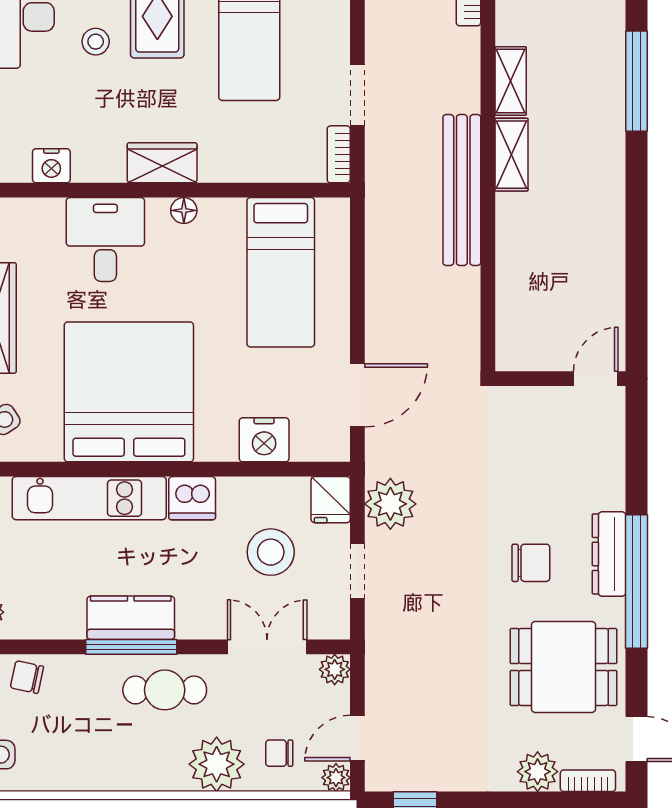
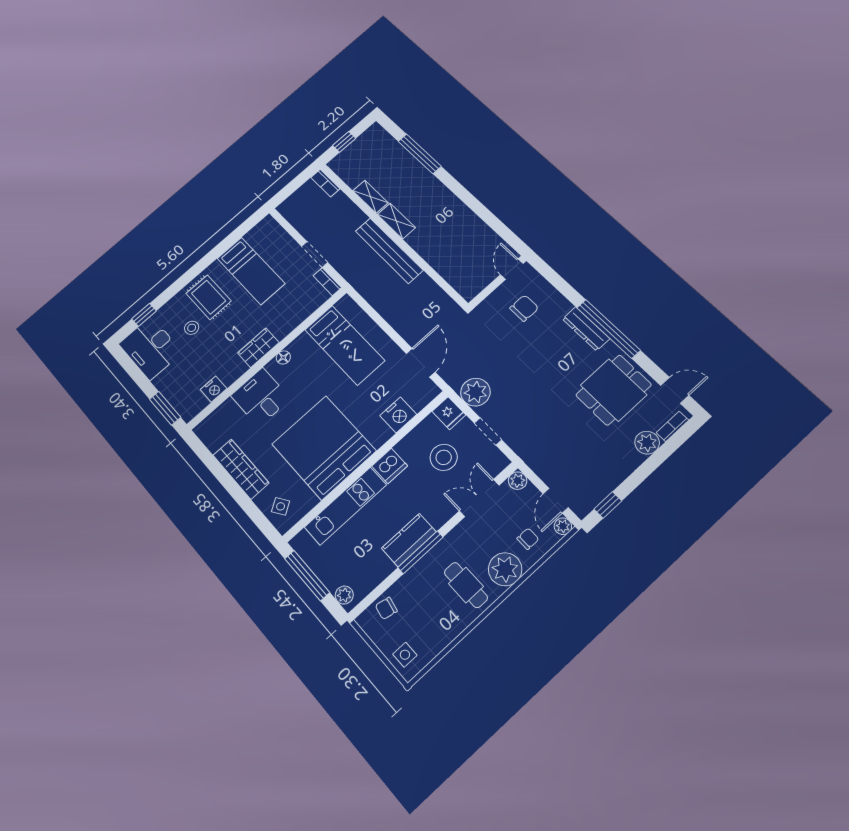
chair: (531, 563) -> (524, 308), moved
cafe table: (165, 690) -> (466, 585), moved, turned 90
chair: (279, 753) -> (528, 539), turned 180

